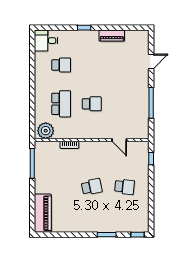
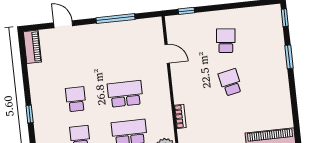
piano: (112, 36) -> (32, 47), moved
school desk: (92, 65) -> (76, 99), added
school desk: (92, 104) -> (125, 94), width x1.85
door: (119, 140) -> (167, 54), hinge flipped

